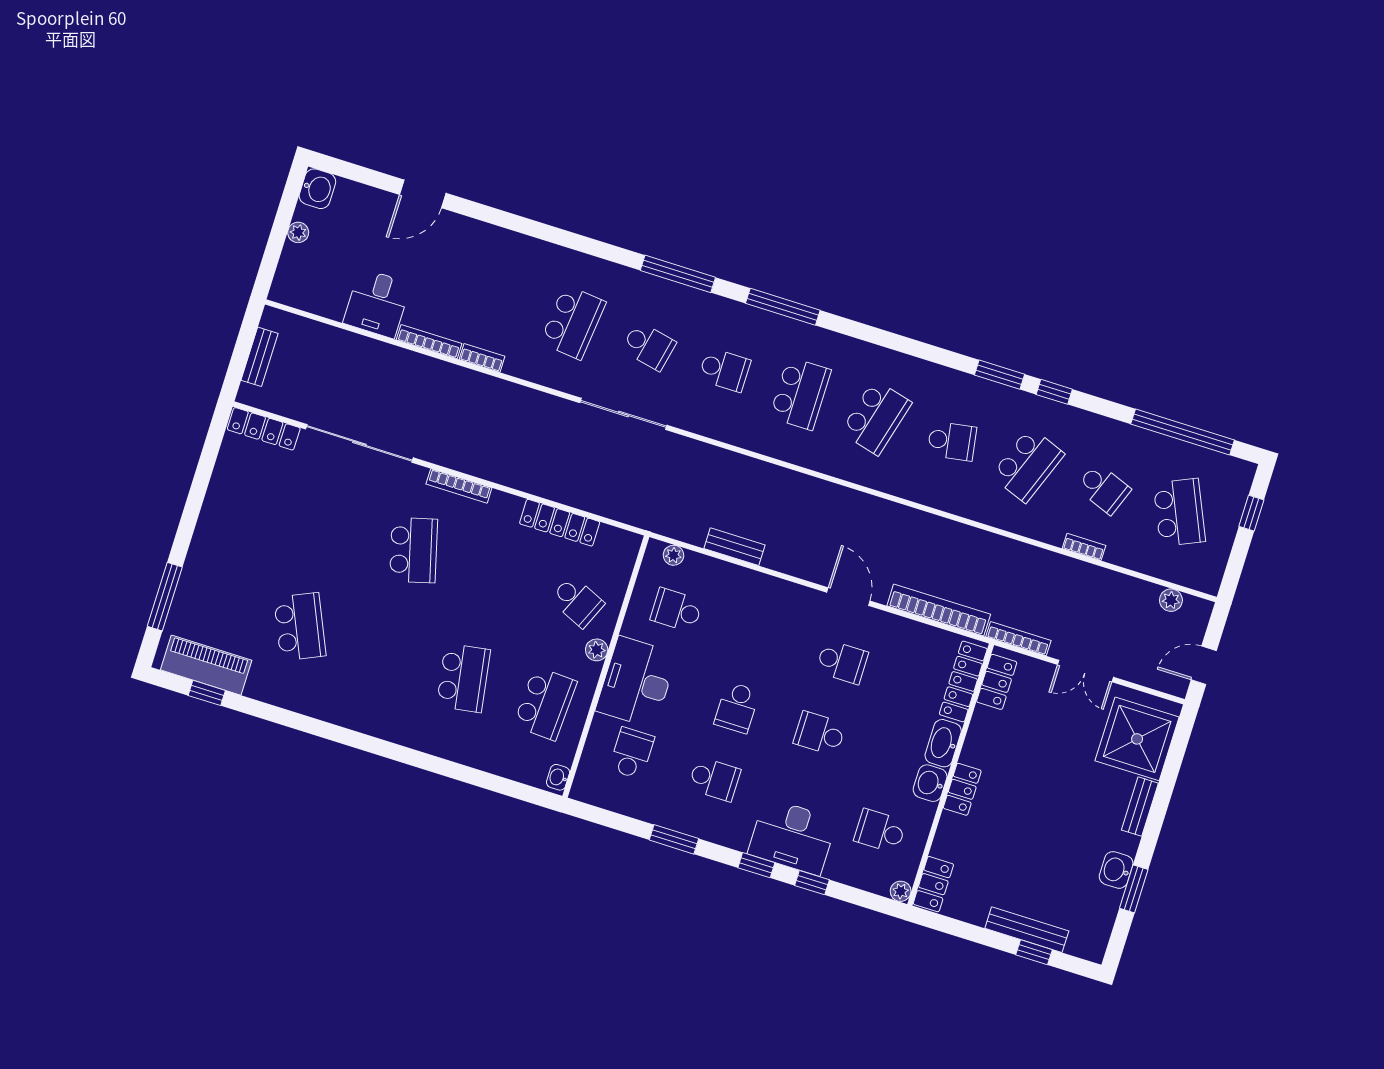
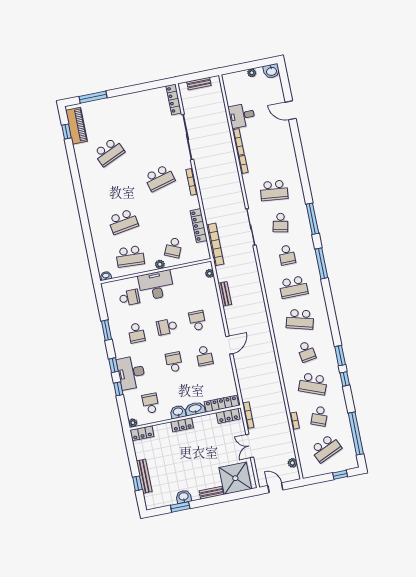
school desk: (676, 610) -> (197, 321), moved
bookcase: (939, 610) -> (215, 244), moved

